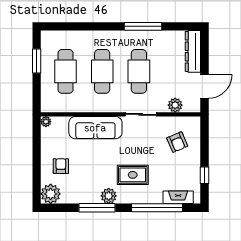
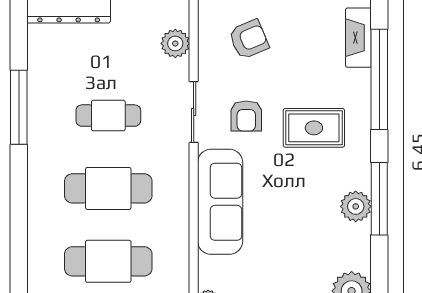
cafe table: (139, 71) -> (108, 116), width x0.73, depth x0.74
armchair: (61, 166) -> (246, 116), moved, turned -90
rug: (133, 175) -> (314, 128), turned 90
plant: (109, 196) -> (356, 206), moved

